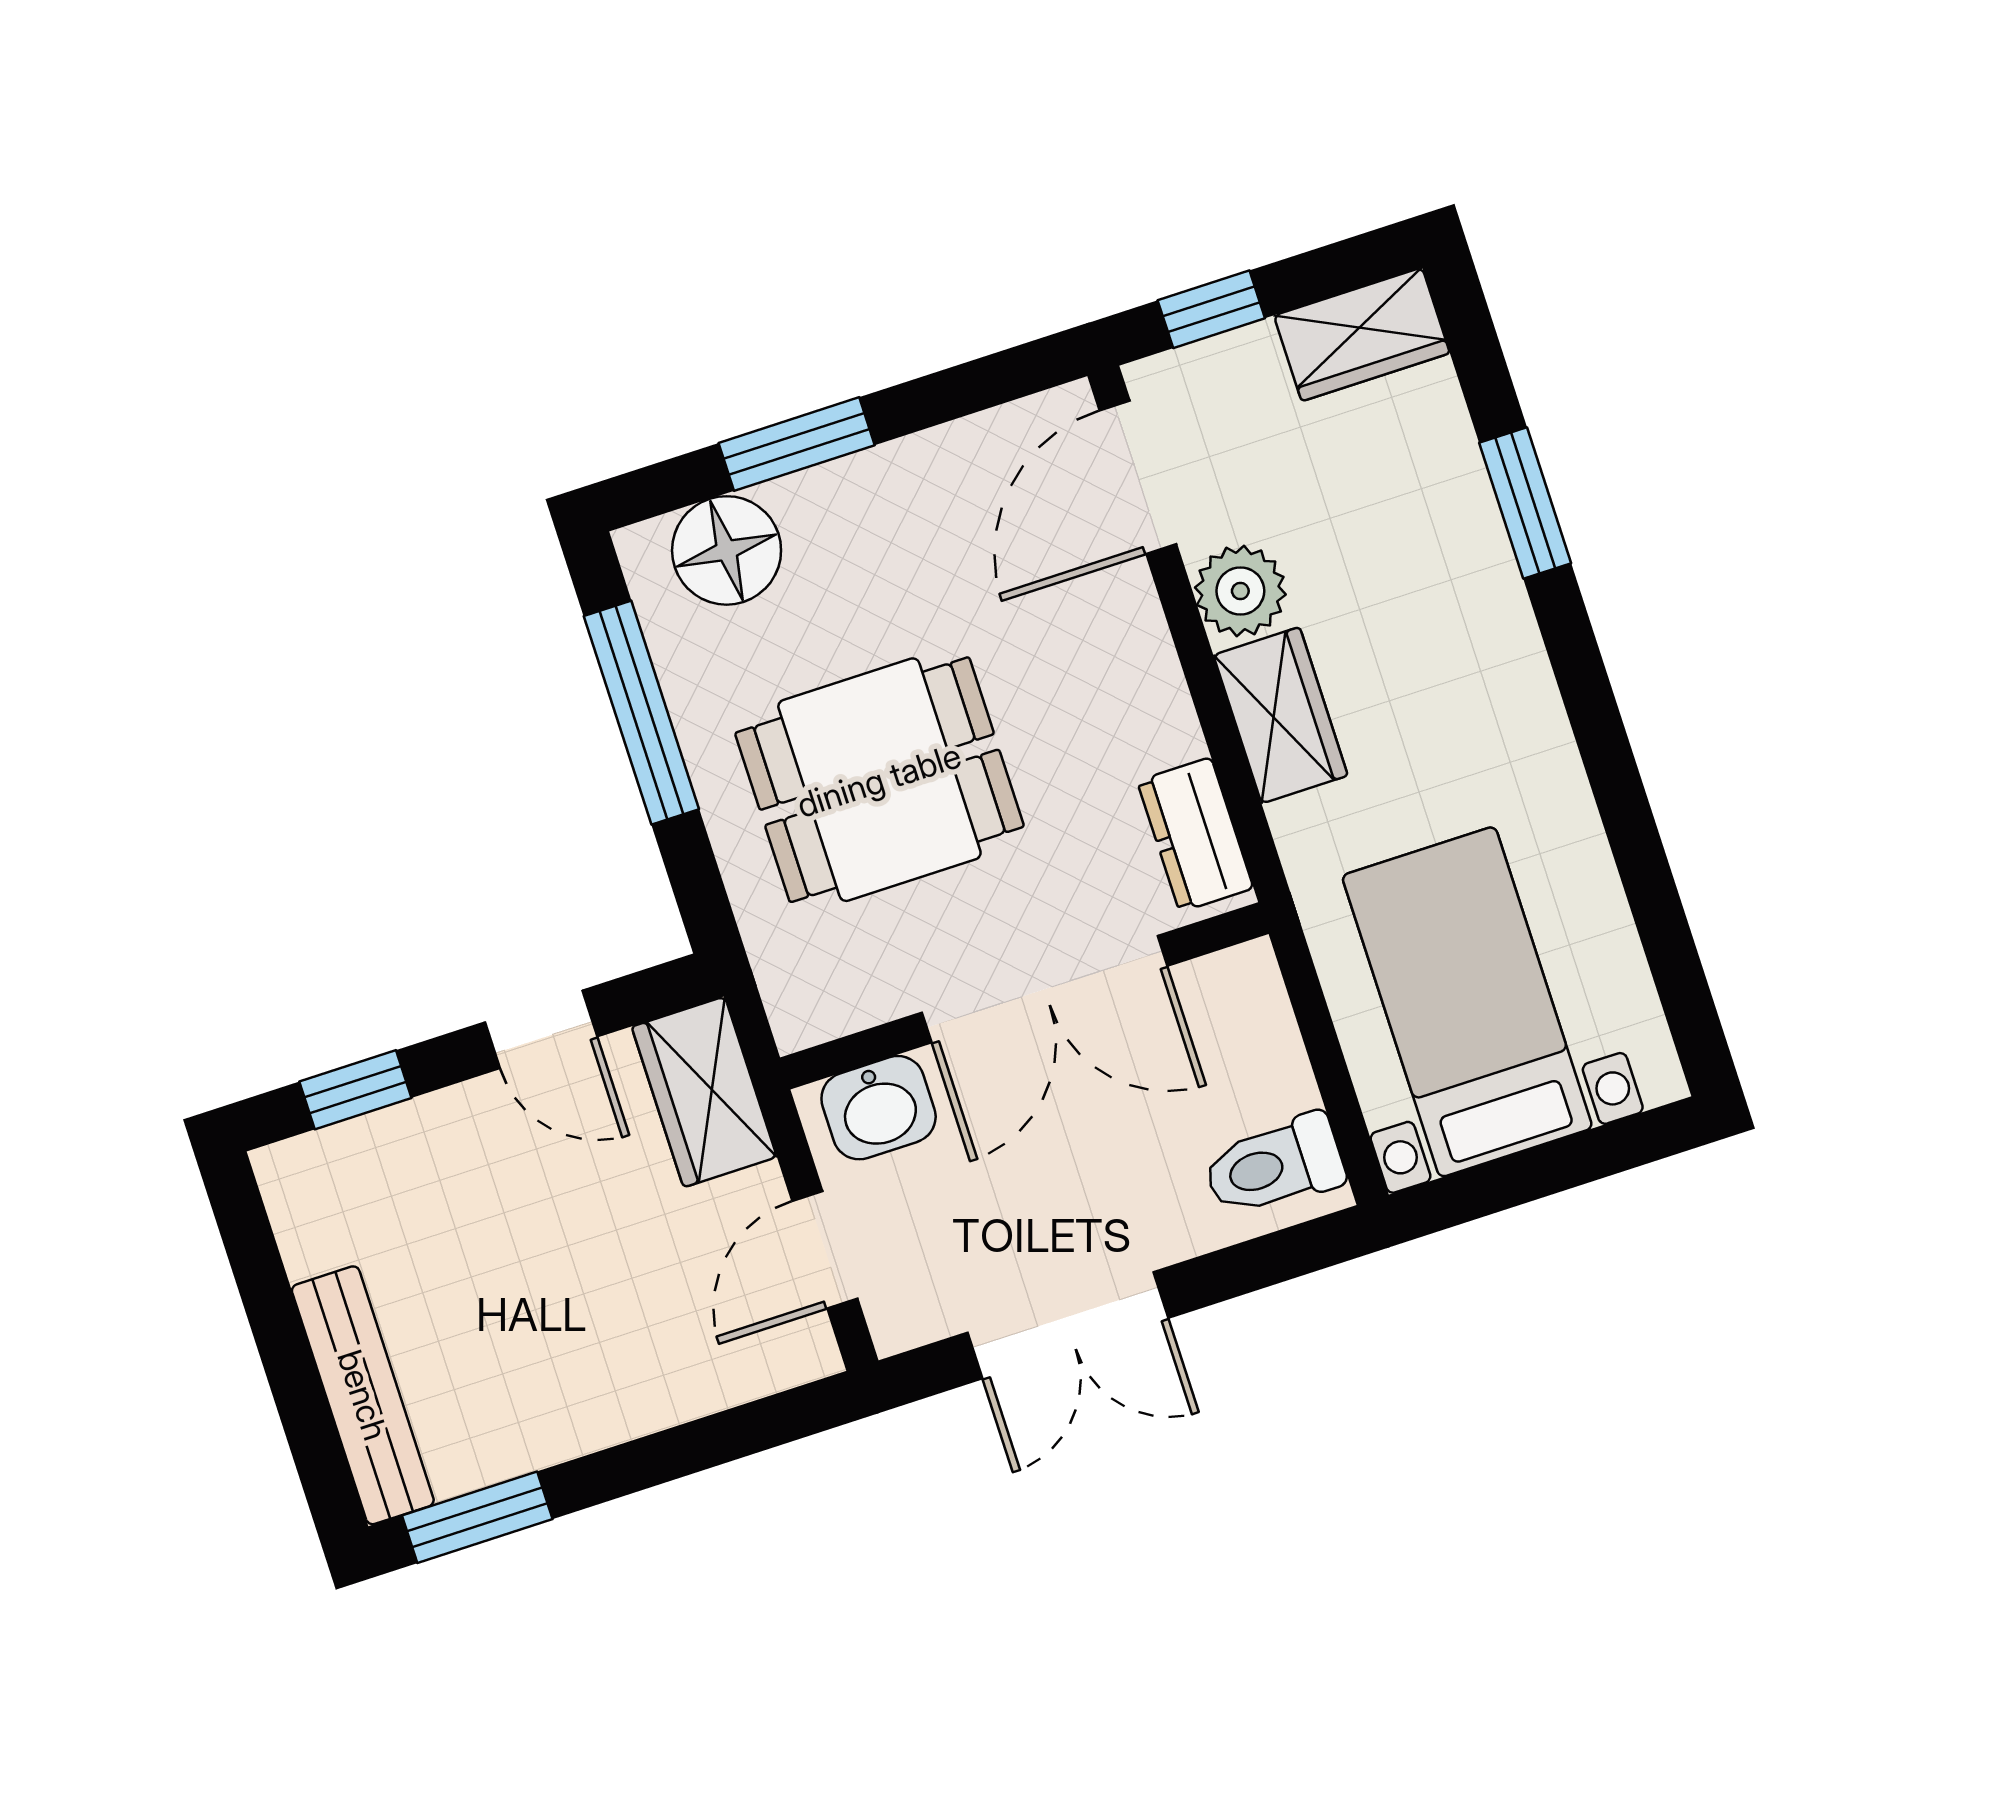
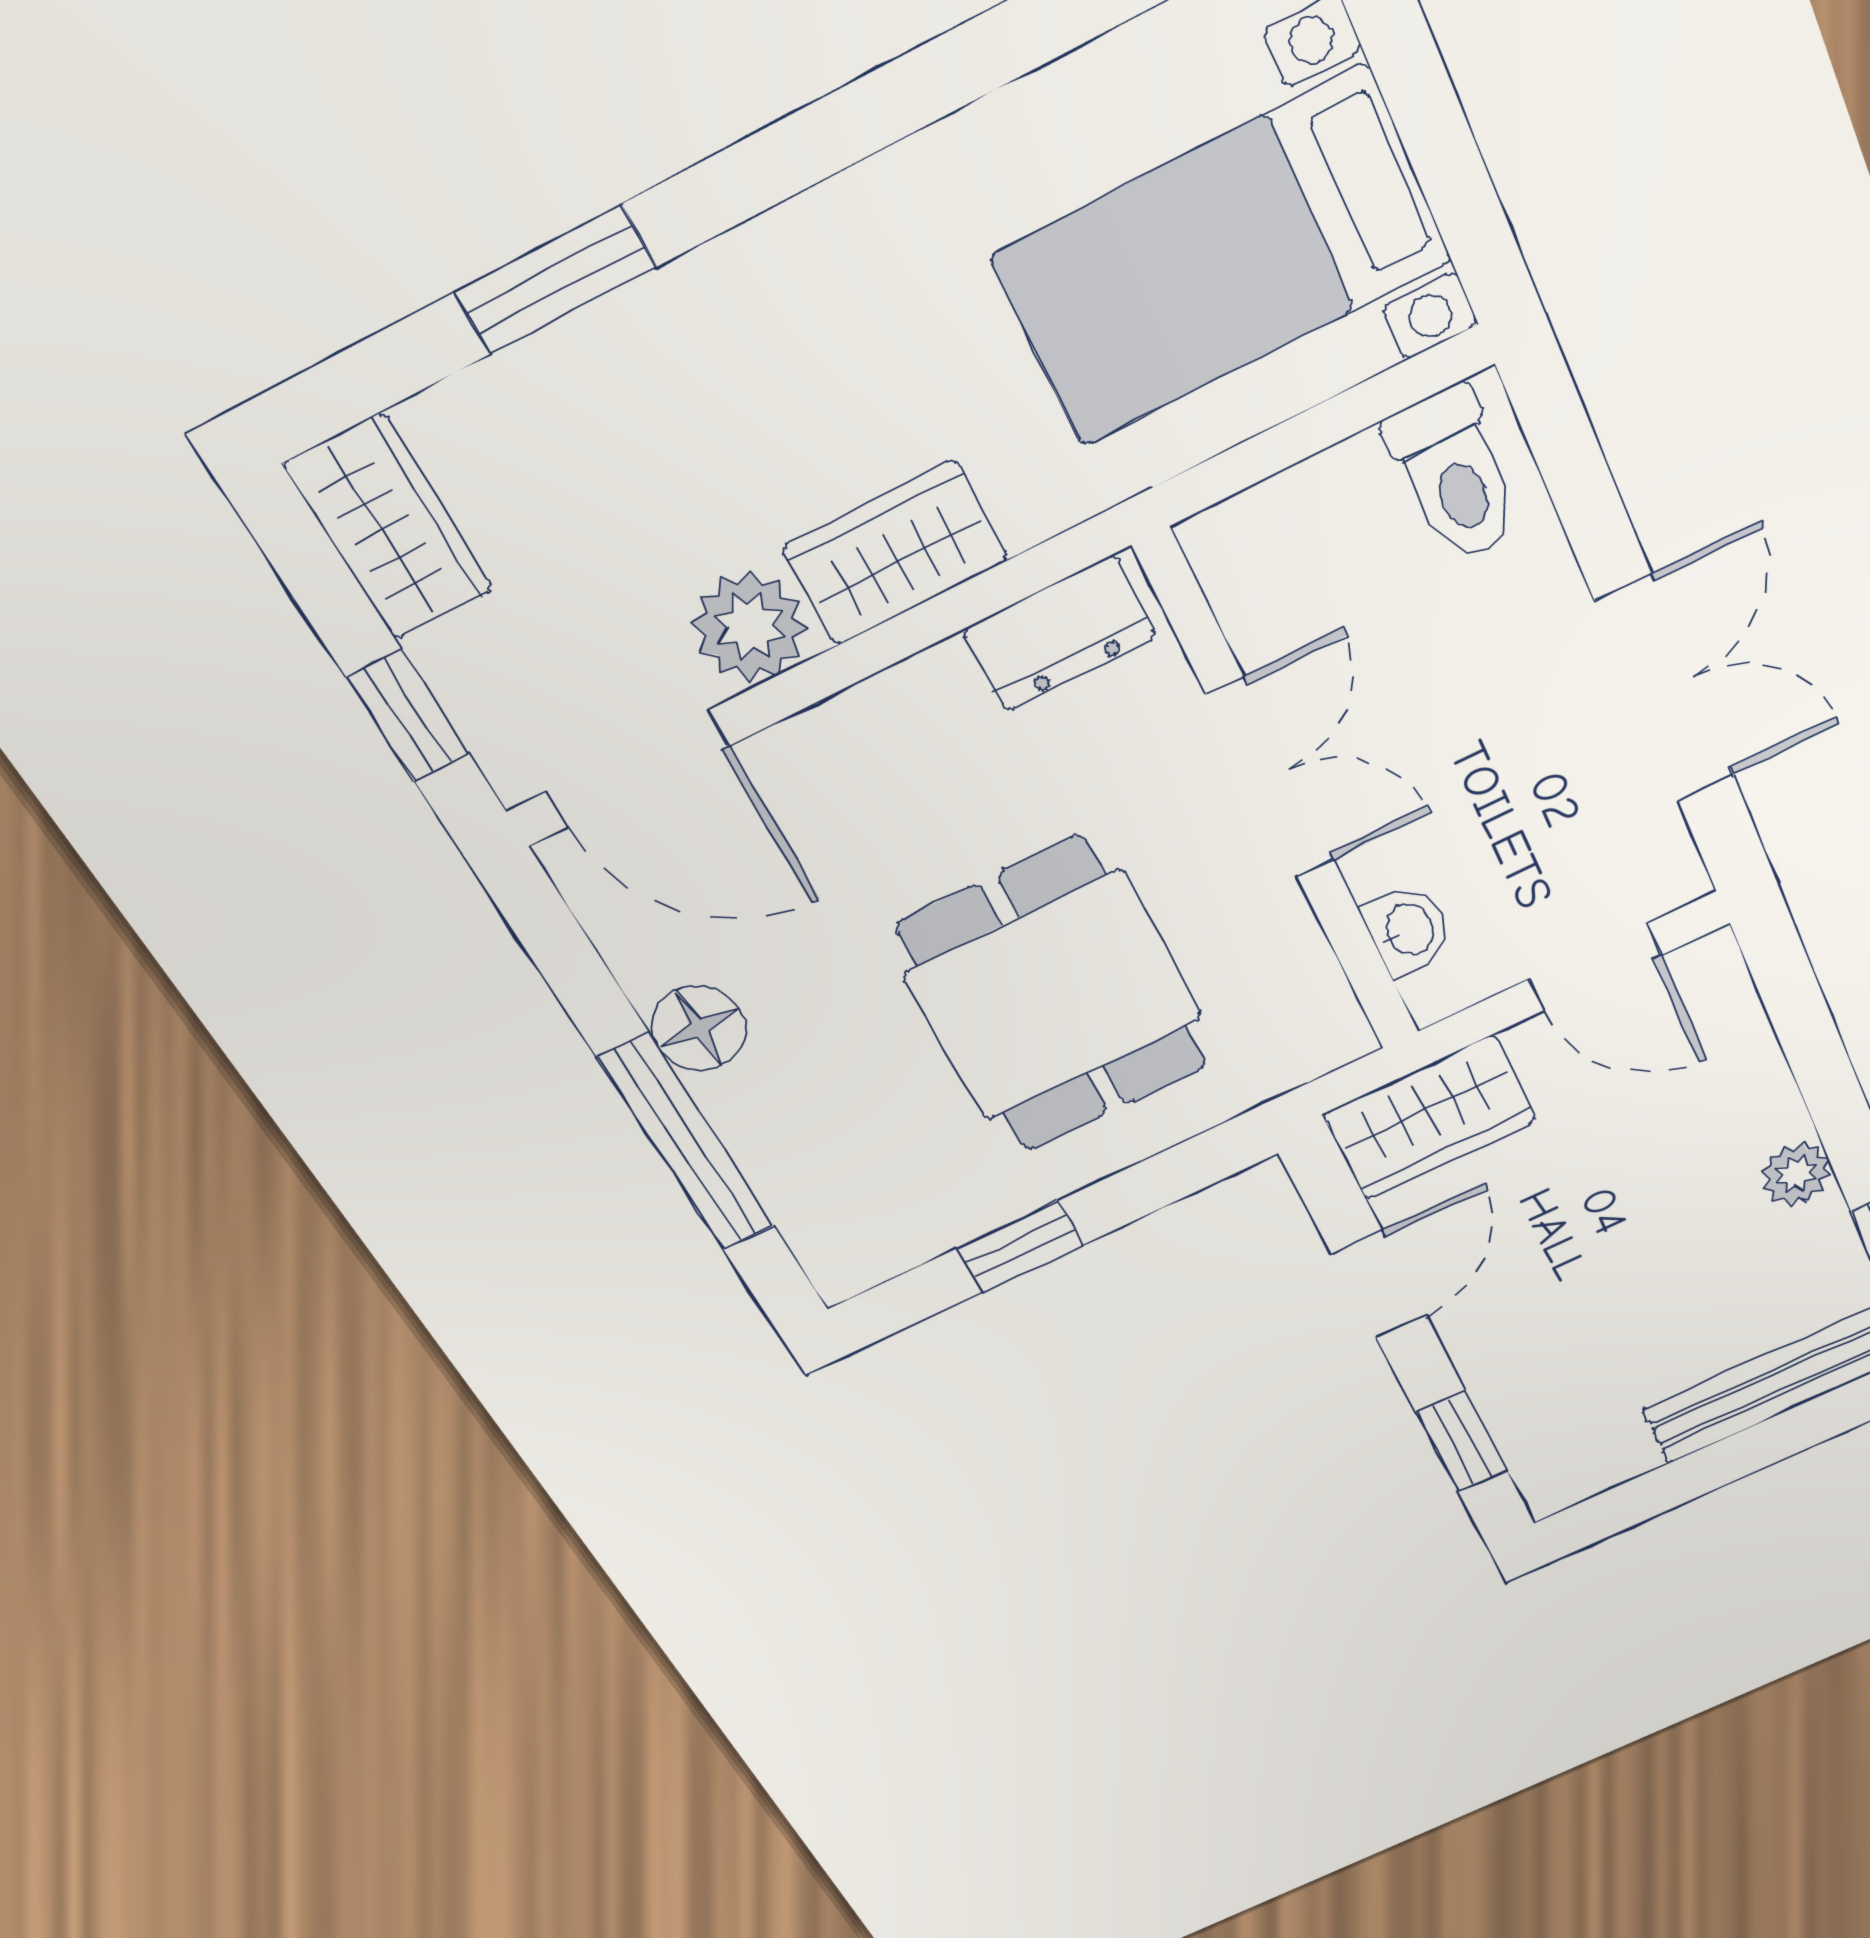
window: (797, 444) -> (687, 1143), width x1.44
floor lamp: (727, 550) -> (699, 1028), moved, width x0.73, depth x0.73
window: (641, 713) -> (1020, 1246), width x0.46
double door: (1045, 989) -> (1271, 778), width x0.73
washbasin: (879, 1108) -> (1408, 930), width x0.72, depth x0.69
plant: (586, 1421) -> (1796, 1174), added

